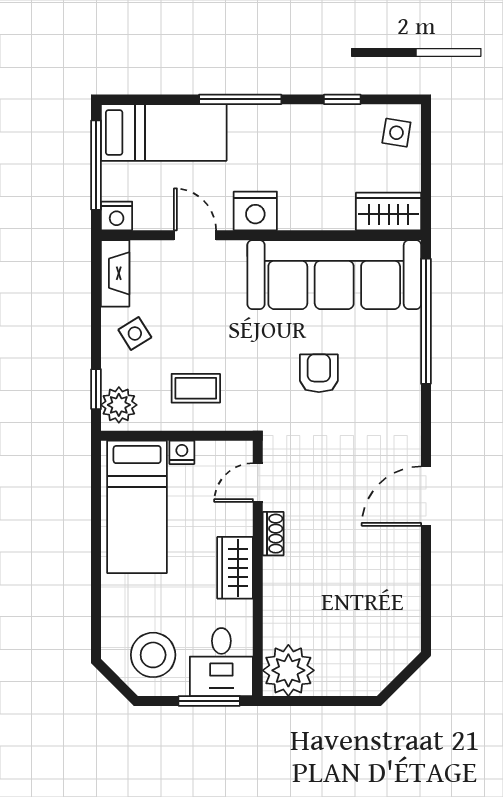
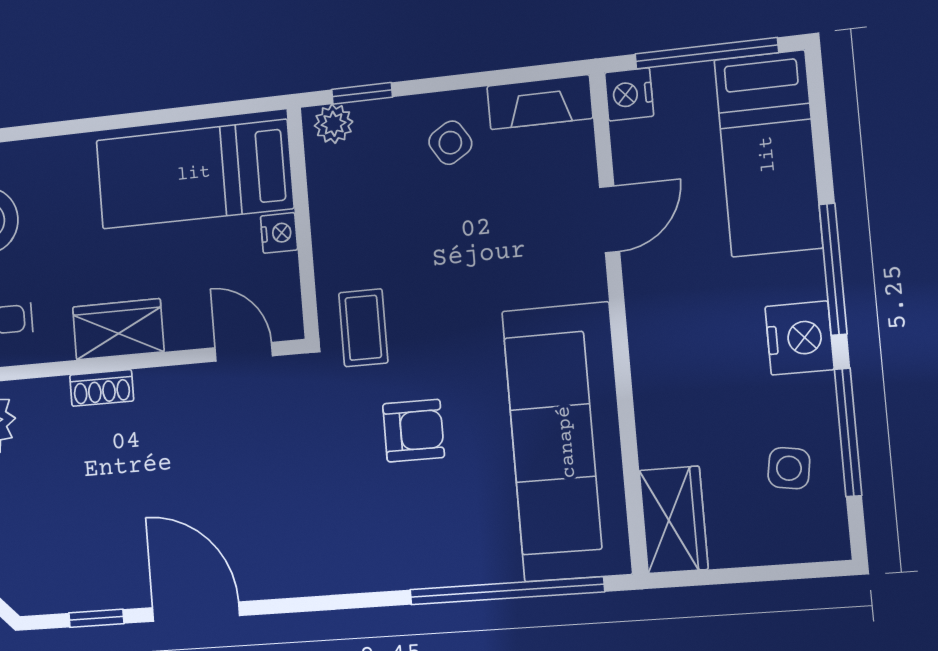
window: (342, 99) -> (848, 432), width x2.17
side table: (396, 133) -> (789, 468), moved
nightstand: (255, 211) -> (800, 338), moved, turned 180
coffee table: (196, 388) -> (363, 328), moved
plant: (119, 405) -> (334, 124), width x0.73, depth x0.73
door: (426, 496) -> (196, 612), moved
shoe rack: (273, 534) -> (102, 388), moved
window: (426, 598) -> (96, 618), added

